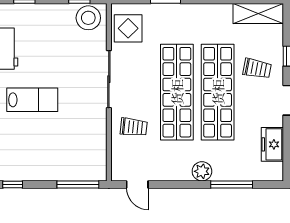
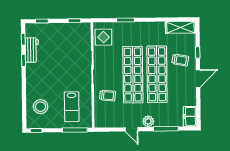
stool: (88, 18) -> (41, 107), moved
lab bench: (32, 100) -> (72, 107), moved, turned 90
freezer: (272, 144) -> (190, 116), moved
door: (137, 184) -> (131, 129), moved

